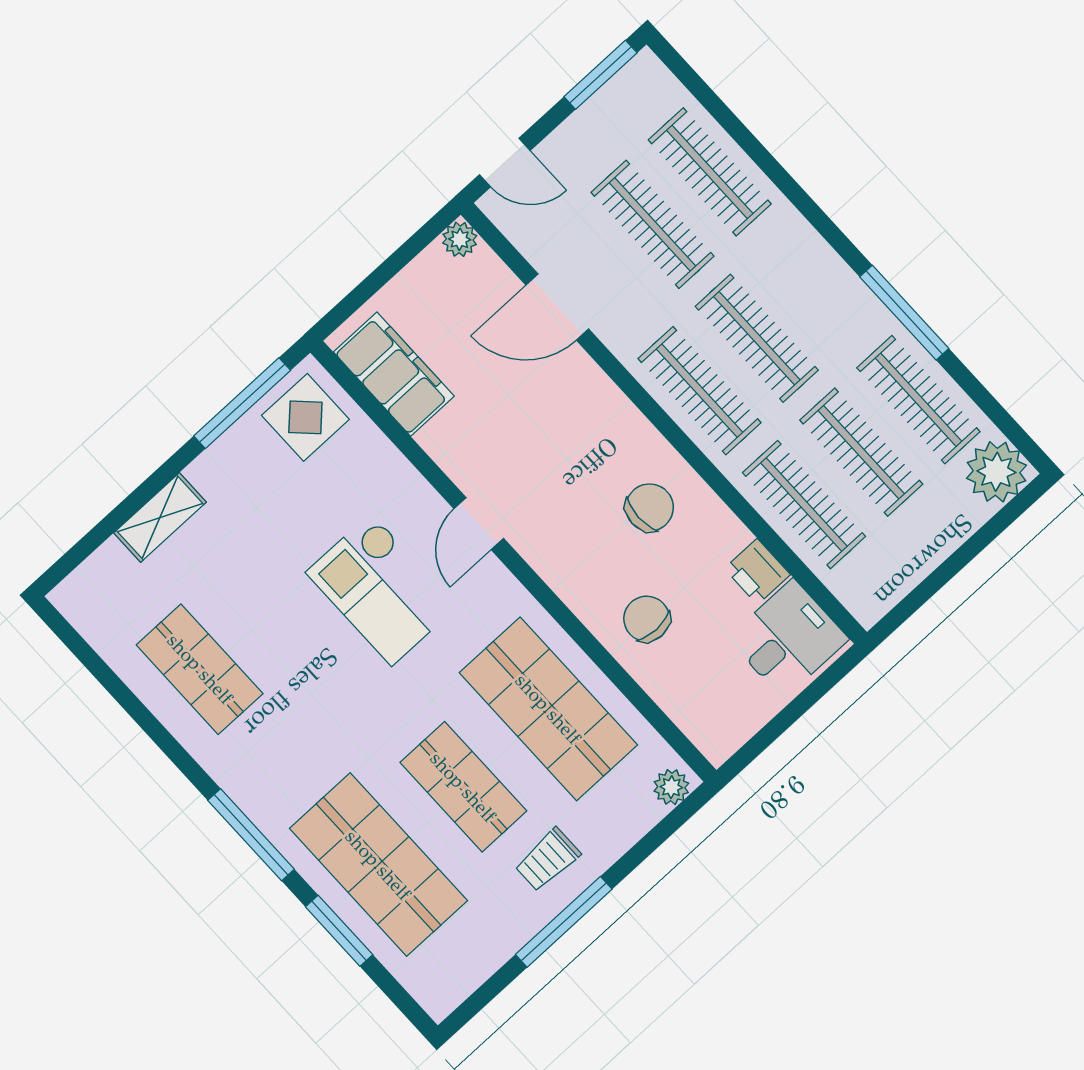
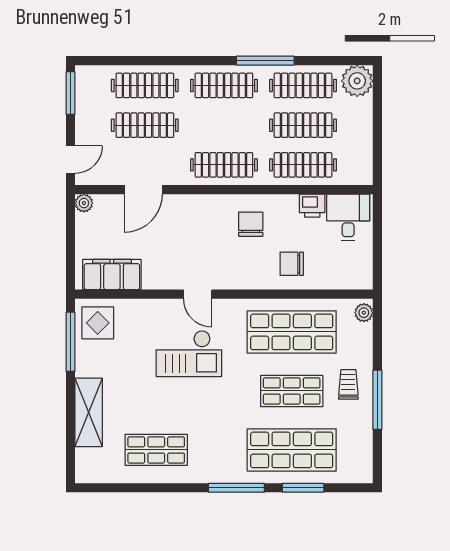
clothes rail: (757, 338) -> (224, 85), moved
shelving: (160, 517) -> (89, 412), width x1.50, depth x1.33
trolley: (548, 860) -> (348, 384), turned 180

